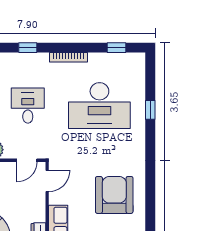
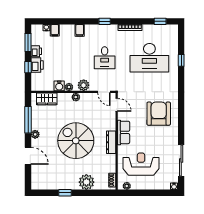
desk: (28, 106) -> (105, 58), turned 180
door: (27, 160) -> (104, 92), hinge flipped
door: (47, 181) -> (117, 105), hinge flipped

